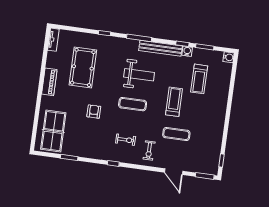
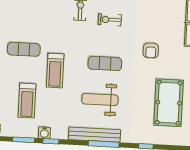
bench: (160, 48) -> (94, 135), moved
treadmill: (199, 79) -> (27, 101), turned 180
exercise mat: (176, 134) -> (24, 49), moved

